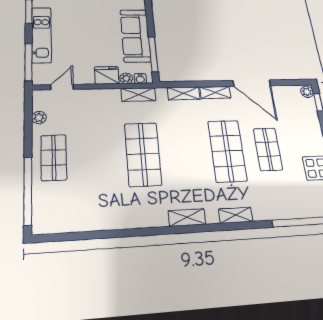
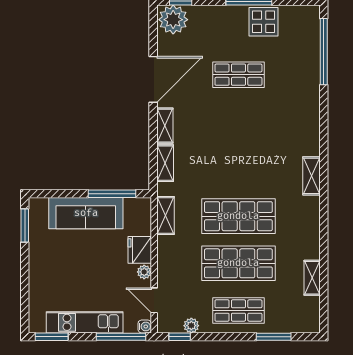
plant: (126, 78) -> (144, 272), moved
water cooler: (140, 79) -> (145, 326), moved
plant: (307, 92) -> (173, 20), width x1.88, depth x1.88
window: (28, 108) -> (180, 337), added
shop shelf: (227, 151) -> (238, 263), moved
window: (28, 191) -> (274, 337), width x0.47
shelving: (236, 215) -> (312, 278), moved

